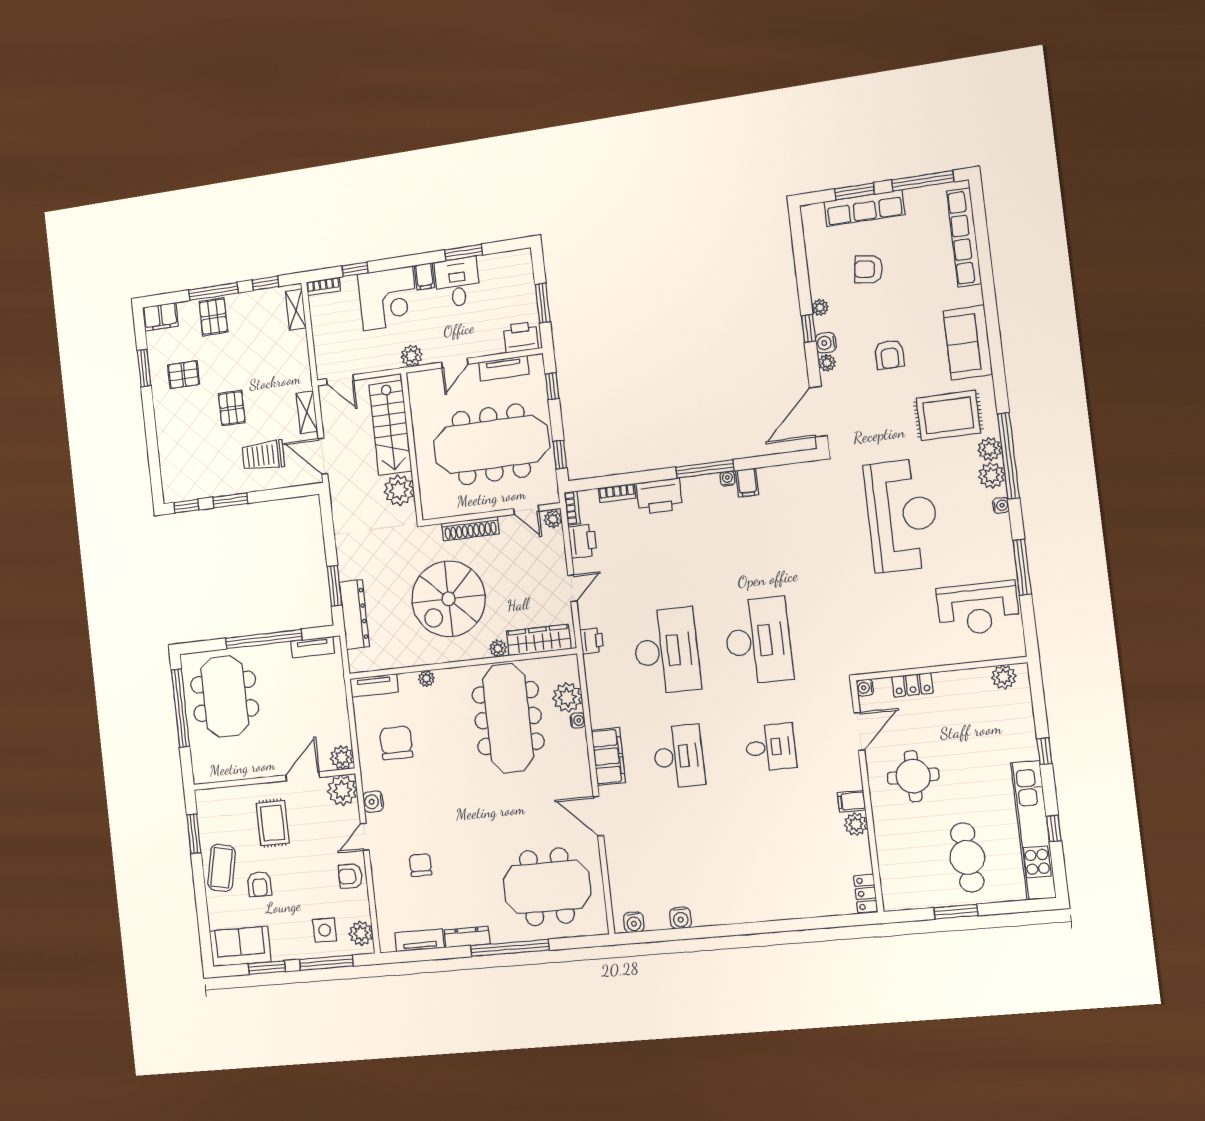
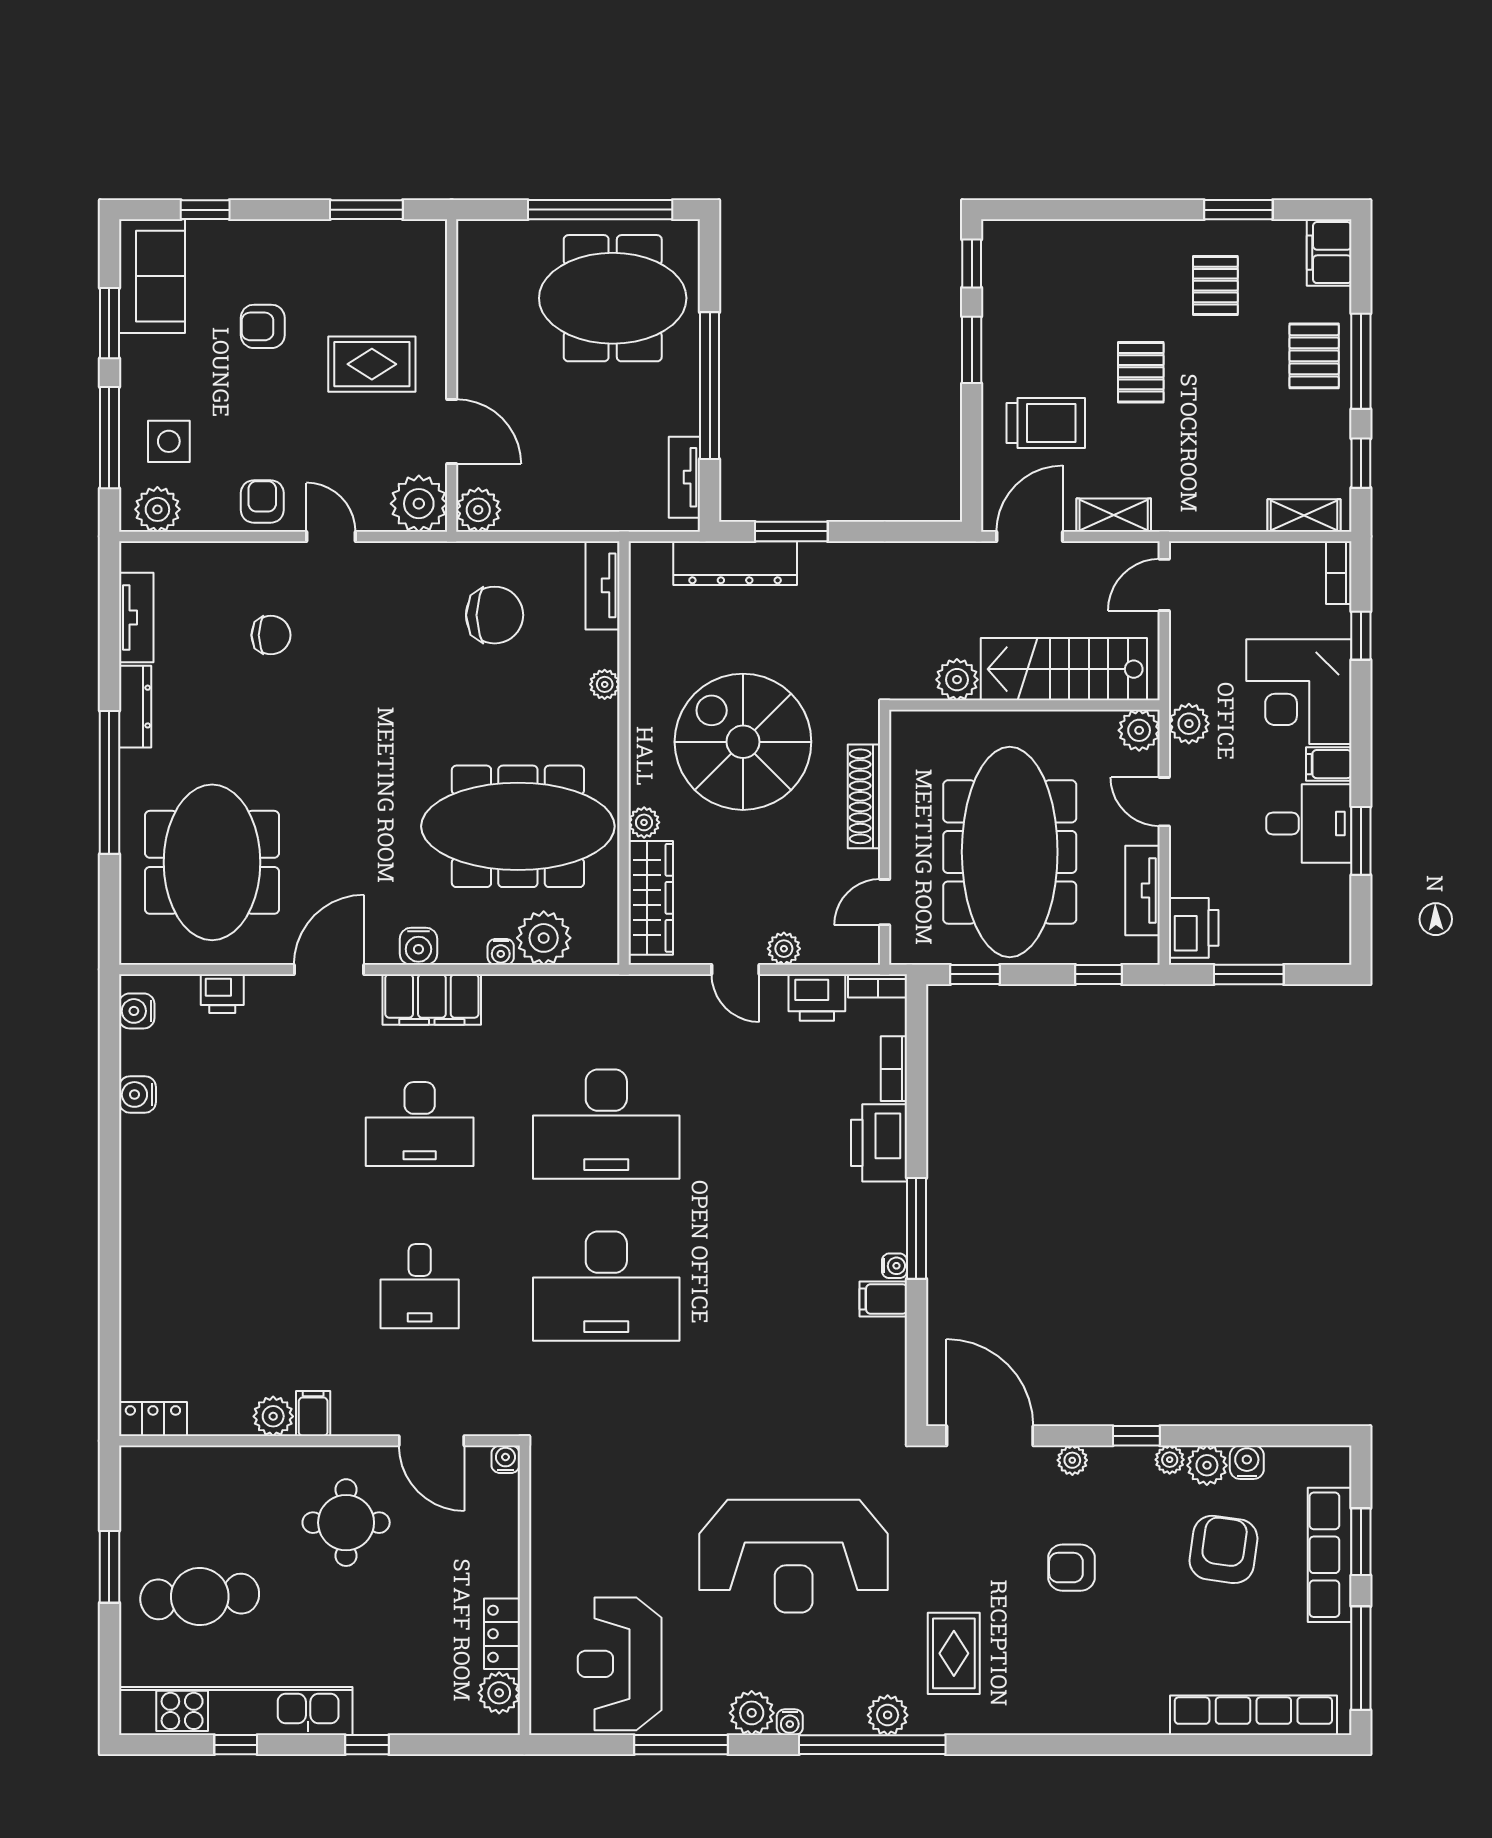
armchair: (868, 269) -> (1223, 1549), width x1.38, depth x1.38
plant: (821, 286) -> (1207, 1465), added
pallet: (213, 317) -> (1314, 356), turned 90
water cooler: (826, 343) -> (1247, 1462), moved
sofa: (968, 343) -> (1073, 1700), removed
plant: (418, 382) -> (1139, 730), added
pallet: (232, 408) -> (1141, 372), turned 90
rug: (948, 415) -> (954, 1653), width x0.73, depth x0.70
trolley: (263, 455) -> (1046, 423), turned 90
plant: (992, 475) -> (752, 1713), moved
plant: (399, 490) -> (957, 680), width x0.73, depth x0.73
plant: (553, 519) -> (784, 949), moved
printer: (592, 641) -> (222, 994), moved
locker: (912, 685) -> (502, 1634), moved
water cooler: (373, 802) -> (418, 946), moved, turned 180
coffee table: (222, 868) -> (299, 256), removed
window: (203, 921) -> (205, 210), added

